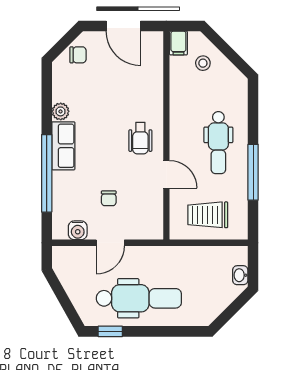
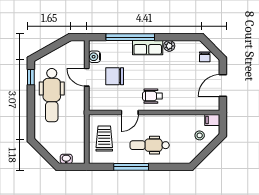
chair: (109, 198) -> (115, 76), width x1.87, depth x1.87

